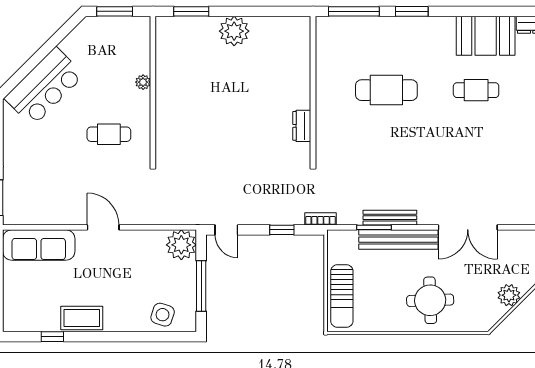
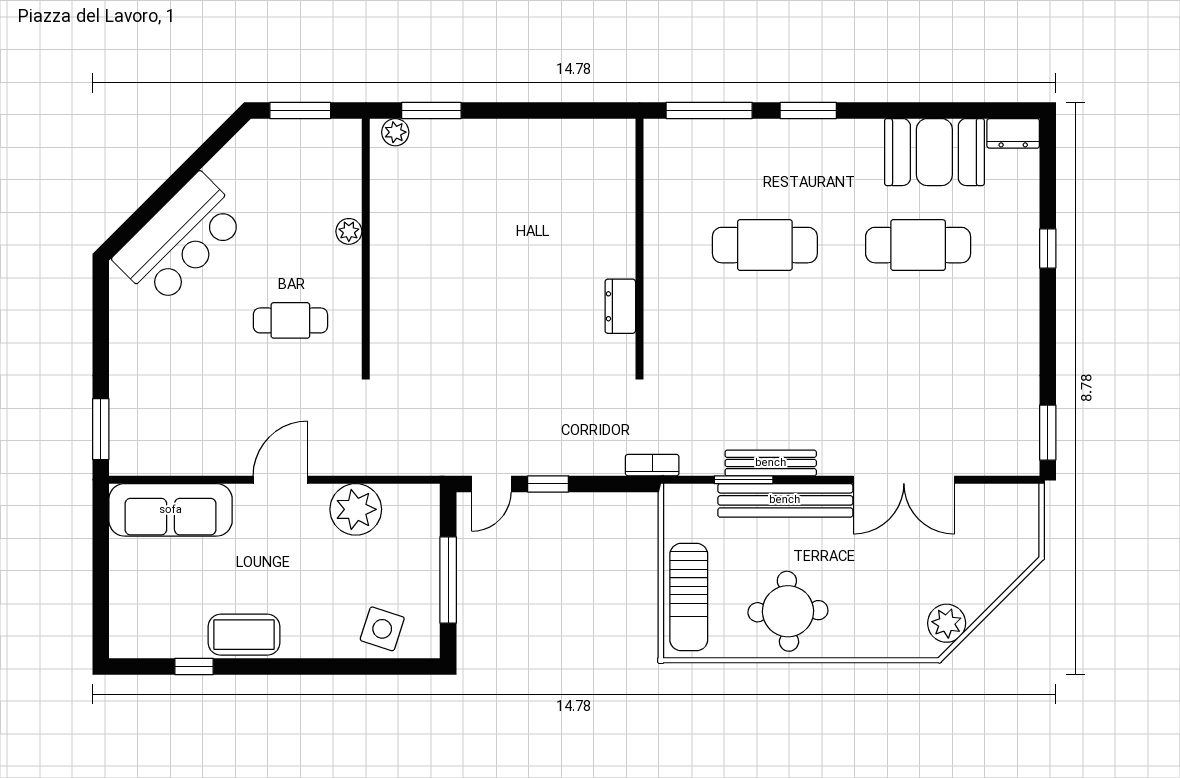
plant: (234, 31) -> (395, 132), moved, width x0.53, depth x0.53
cafe table: (476, 90) -> (918, 245), width x1.37, depth x1.35
door: (103, 227) -> (280, 480), hinge flipped
door: (226, 230) -> (491, 484), hinge flipped
window: (282, 230) -> (548, 484), moved
plant: (181, 245) -> (356, 509), moved
plant: (509, 295) -> (947, 623), moved
round table: (430, 300) -> (788, 611), moved

